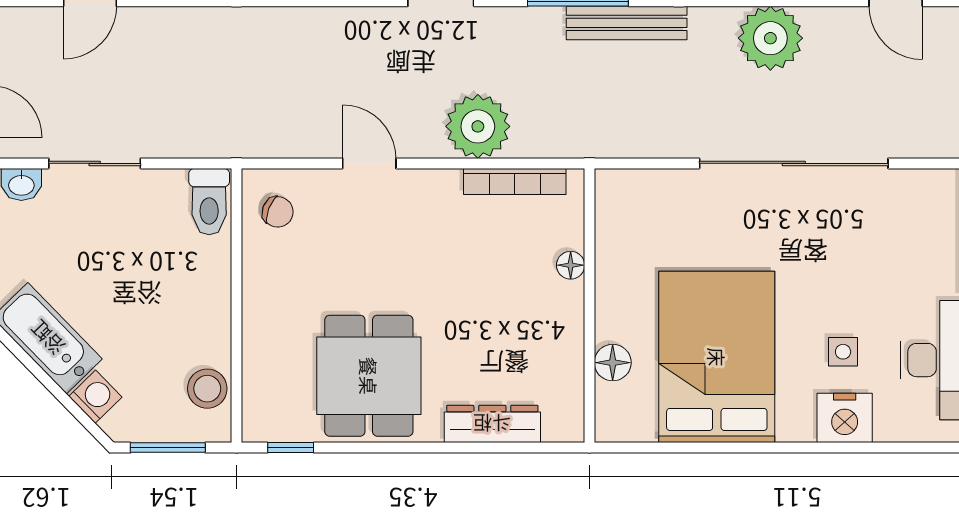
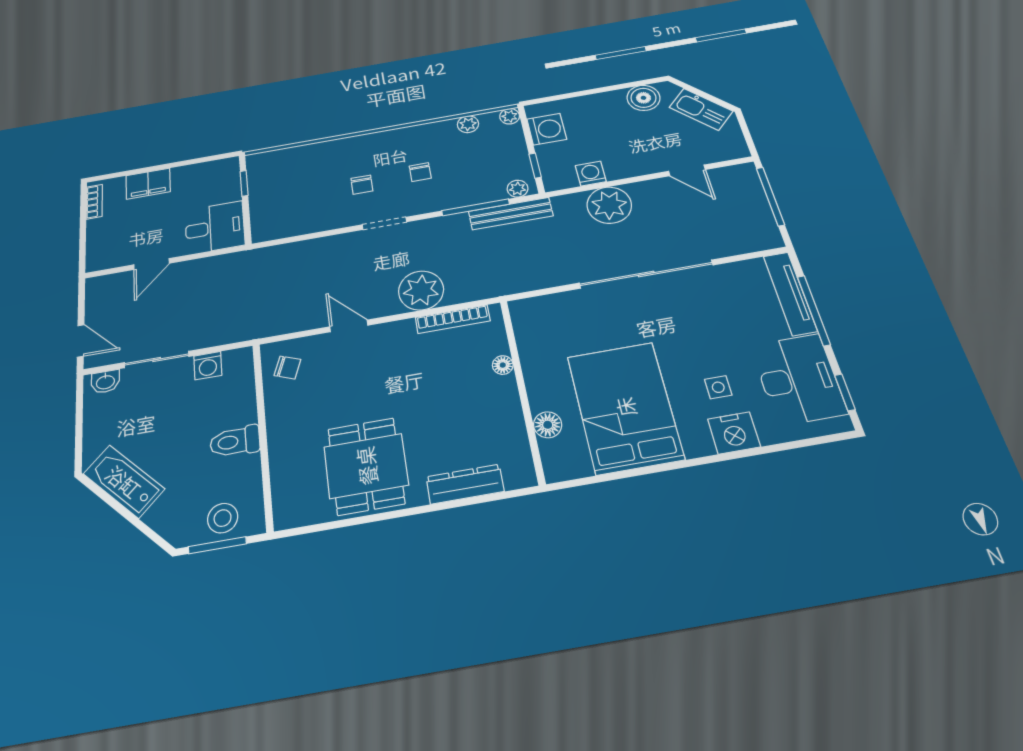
toilet: (209, 202) -> (235, 441), moved, turned 90
stool: (207, 389) -> (223, 518), moved
washing machine: (95, 397) -> (208, 366), moved, turned 134
window: (291, 448) -> (312, 529), removed

